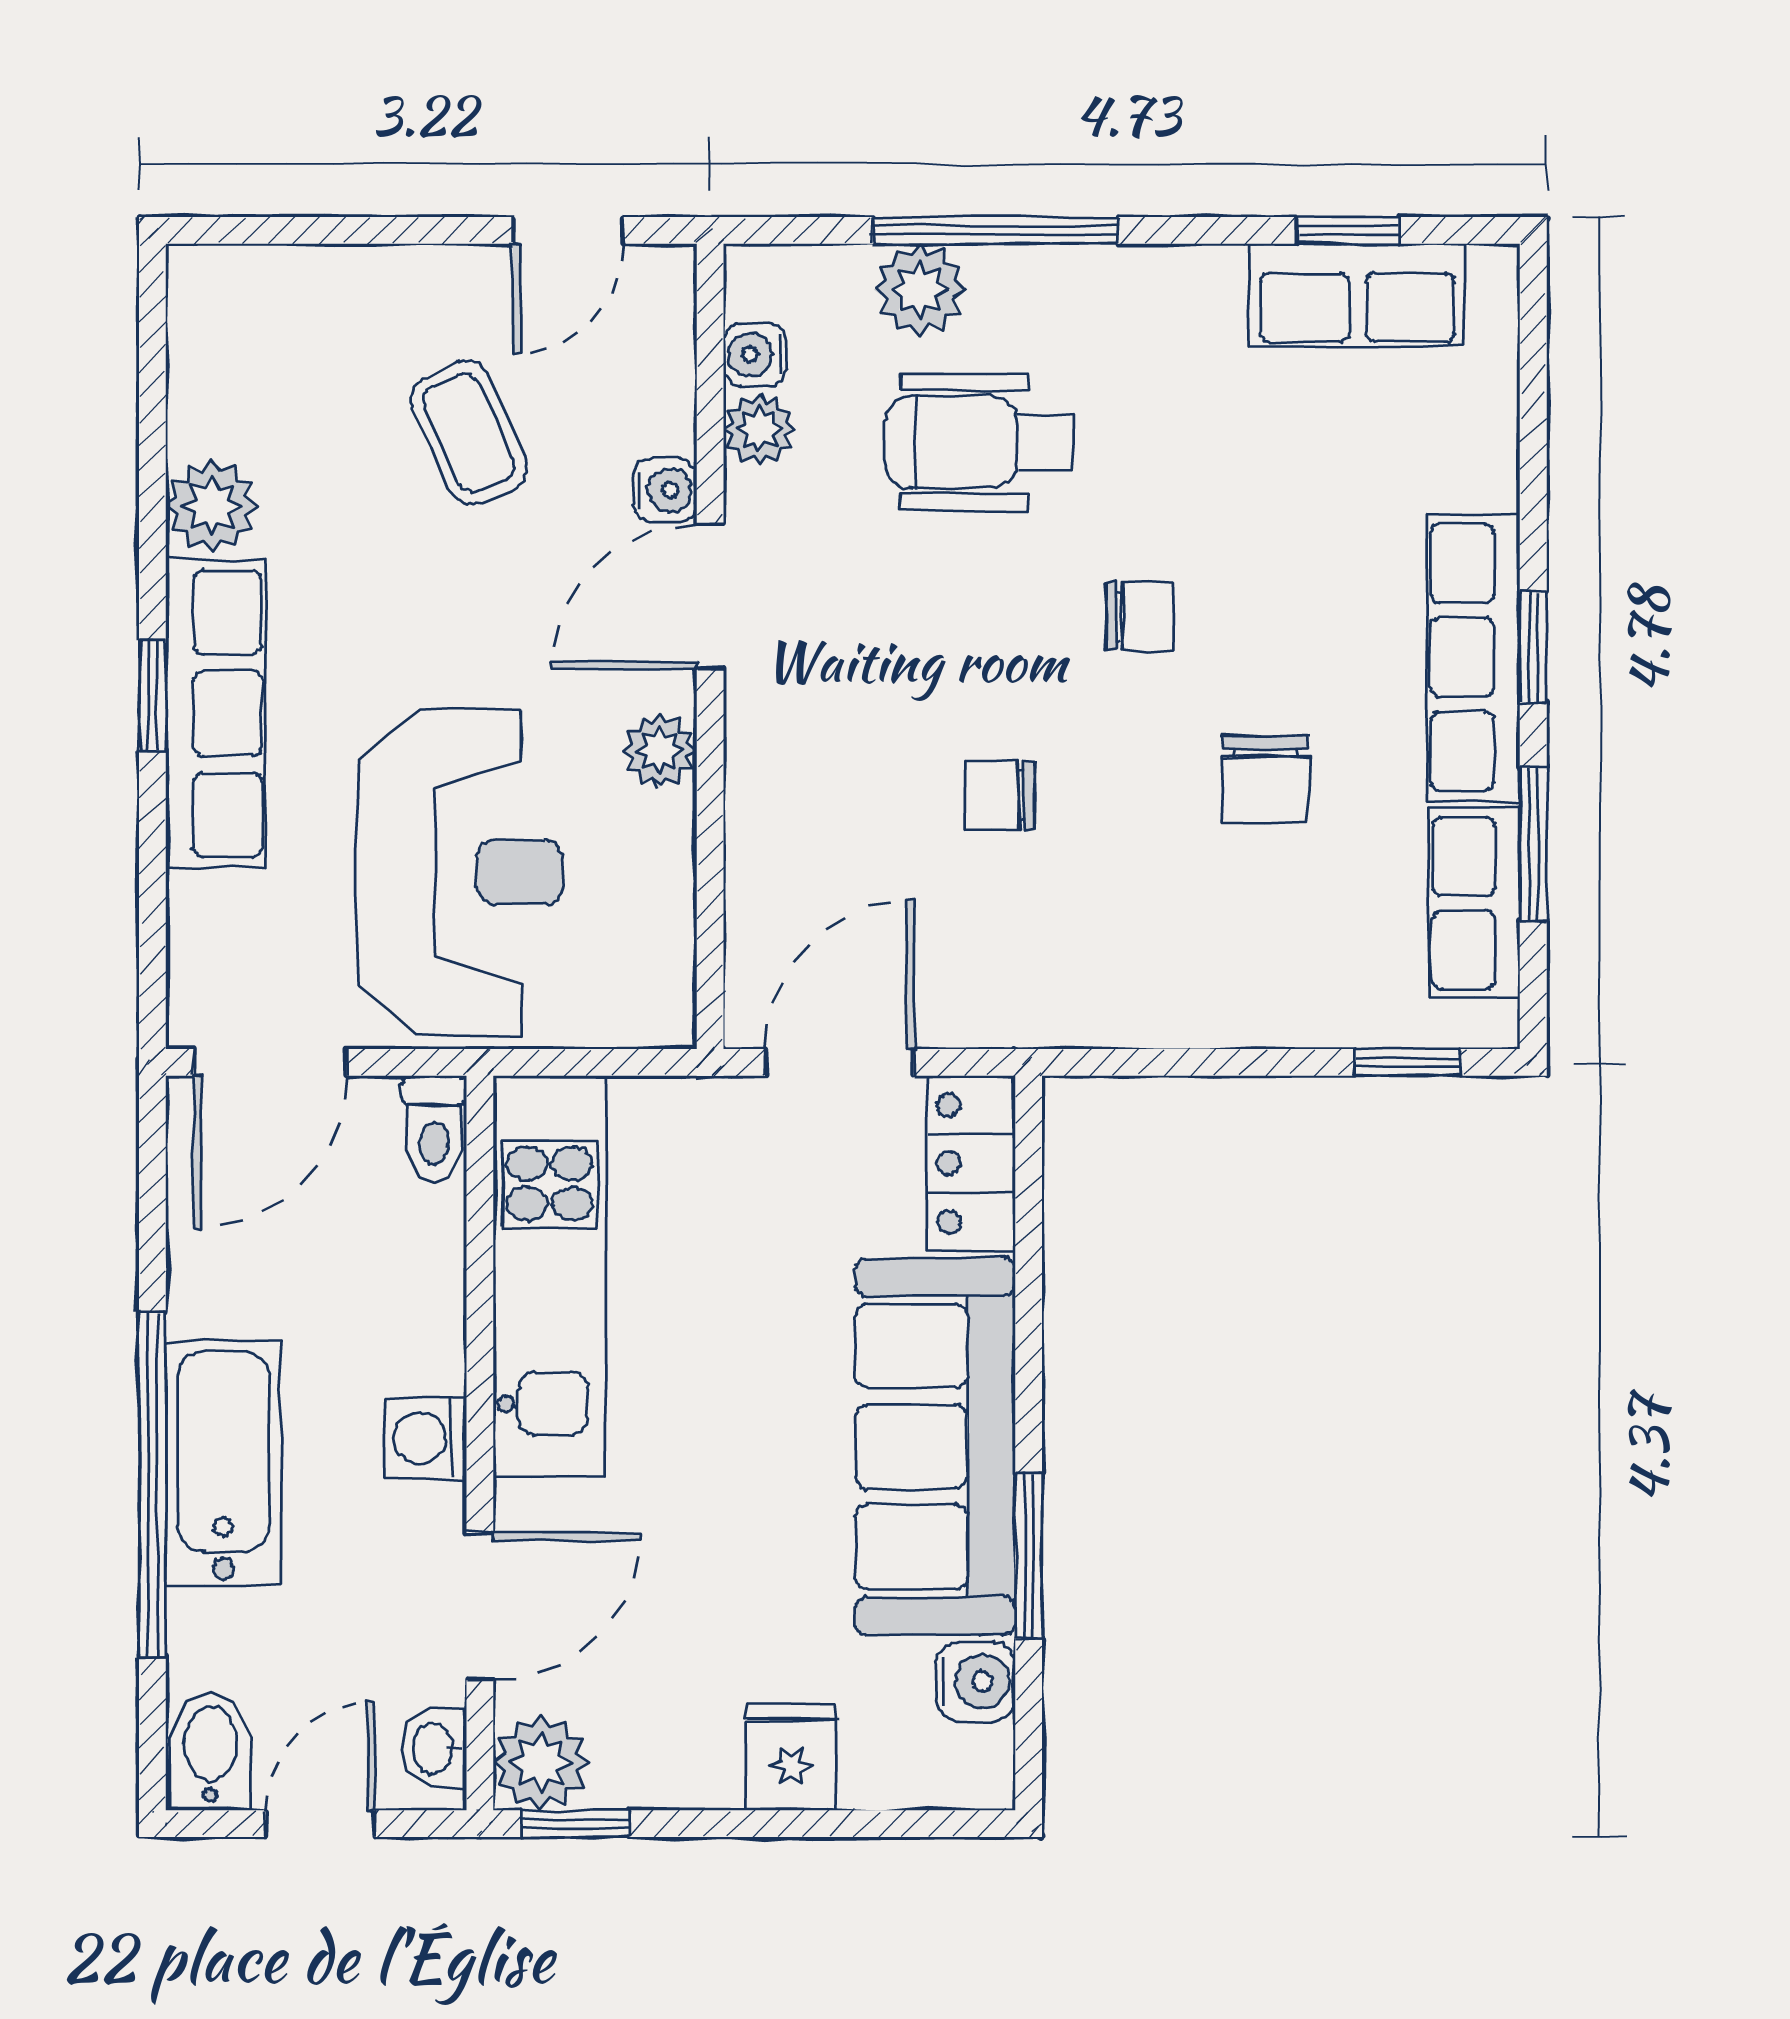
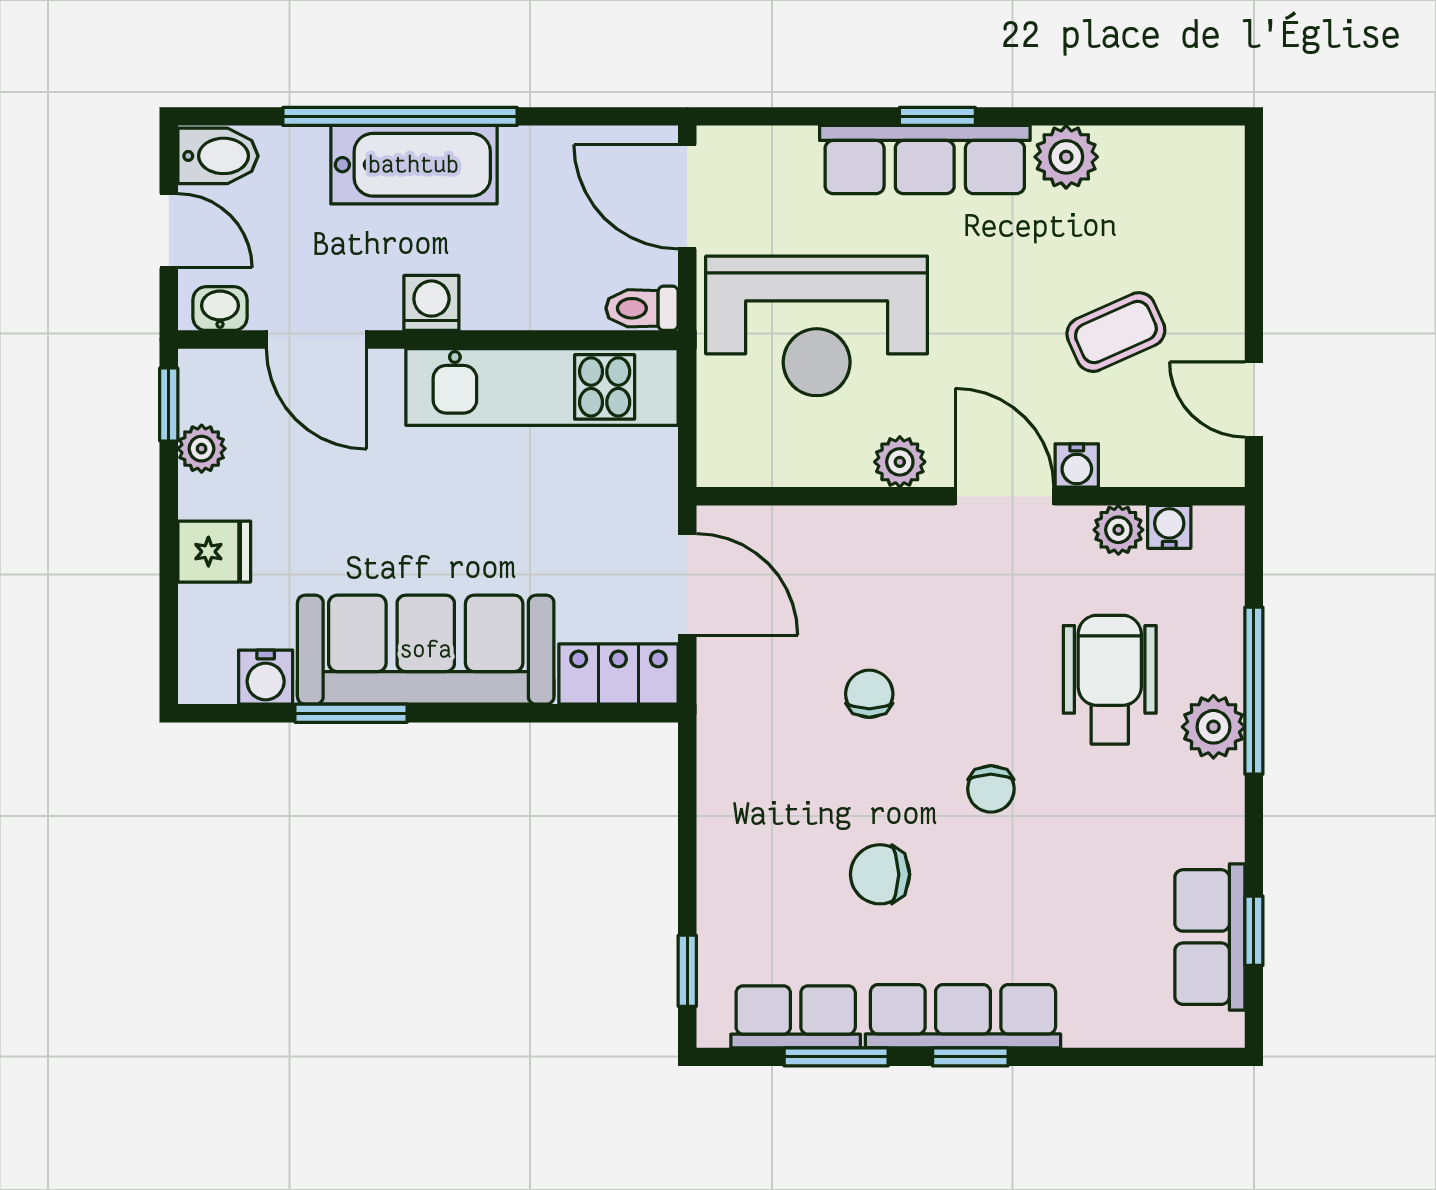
plant: (920, 290) -> (1213, 727), moved
plant: (541, 1763) -> (202, 449), moved, width x0.73, depth x0.73

